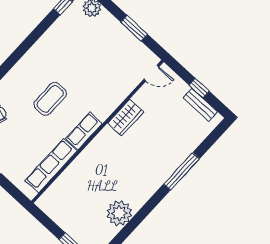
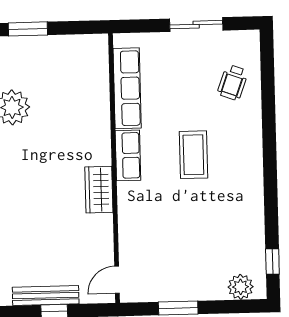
bench: (200, 105) -> (46, 296), width x1.36
wardrobe: (126, 118) -> (99, 190), moved

